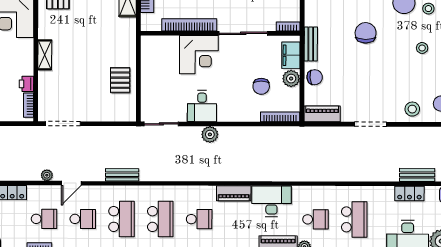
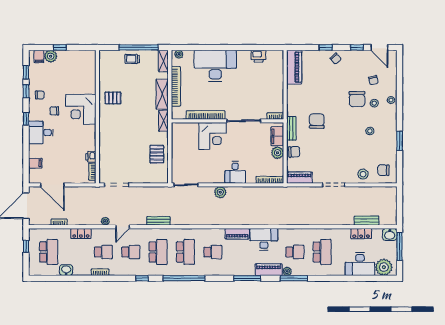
chair: (366, 33) -> (317, 121), moved
shelving: (45, 55) -> (163, 121), moved
chair: (261, 86) -> (256, 158), removed
desk: (202, 106) -> (235, 172), moved

